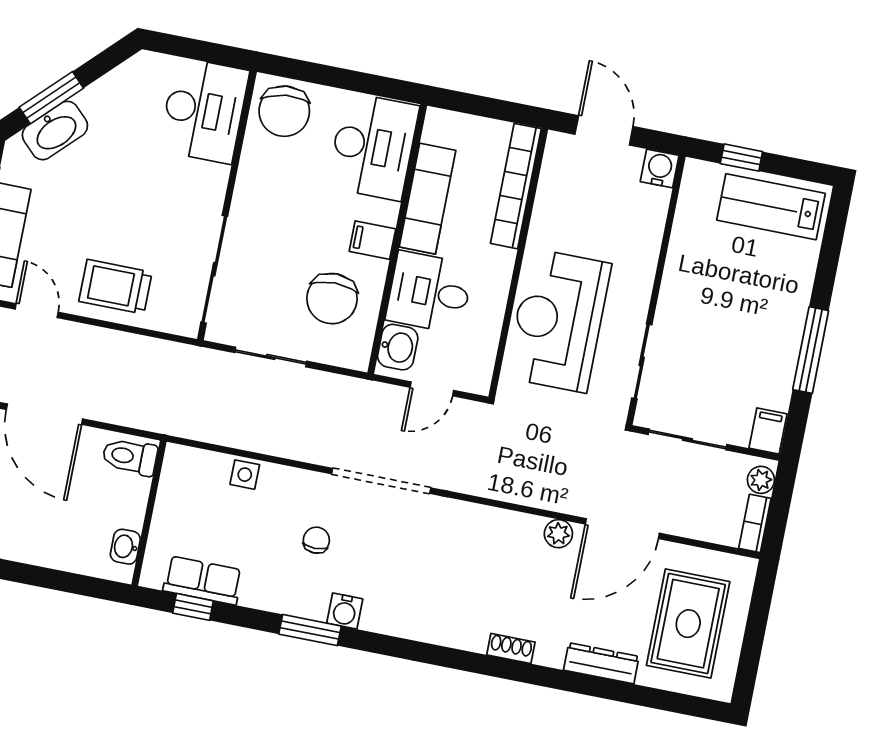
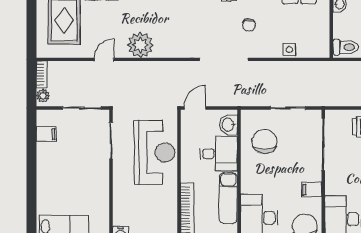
filing cabinet: (372, 240) -> (311, 190), moved, turned 180
window: (811, 350) -> (32, 162), removed
door: (432, 389) -> (195, 108), moved
filing cabinet: (768, 431) -> (46, 134), moved, turned -90
door: (622, 529) -> (104, 59), width x0.53
plant: (558, 534) -> (140, 45), width x1.87, depth x1.87

